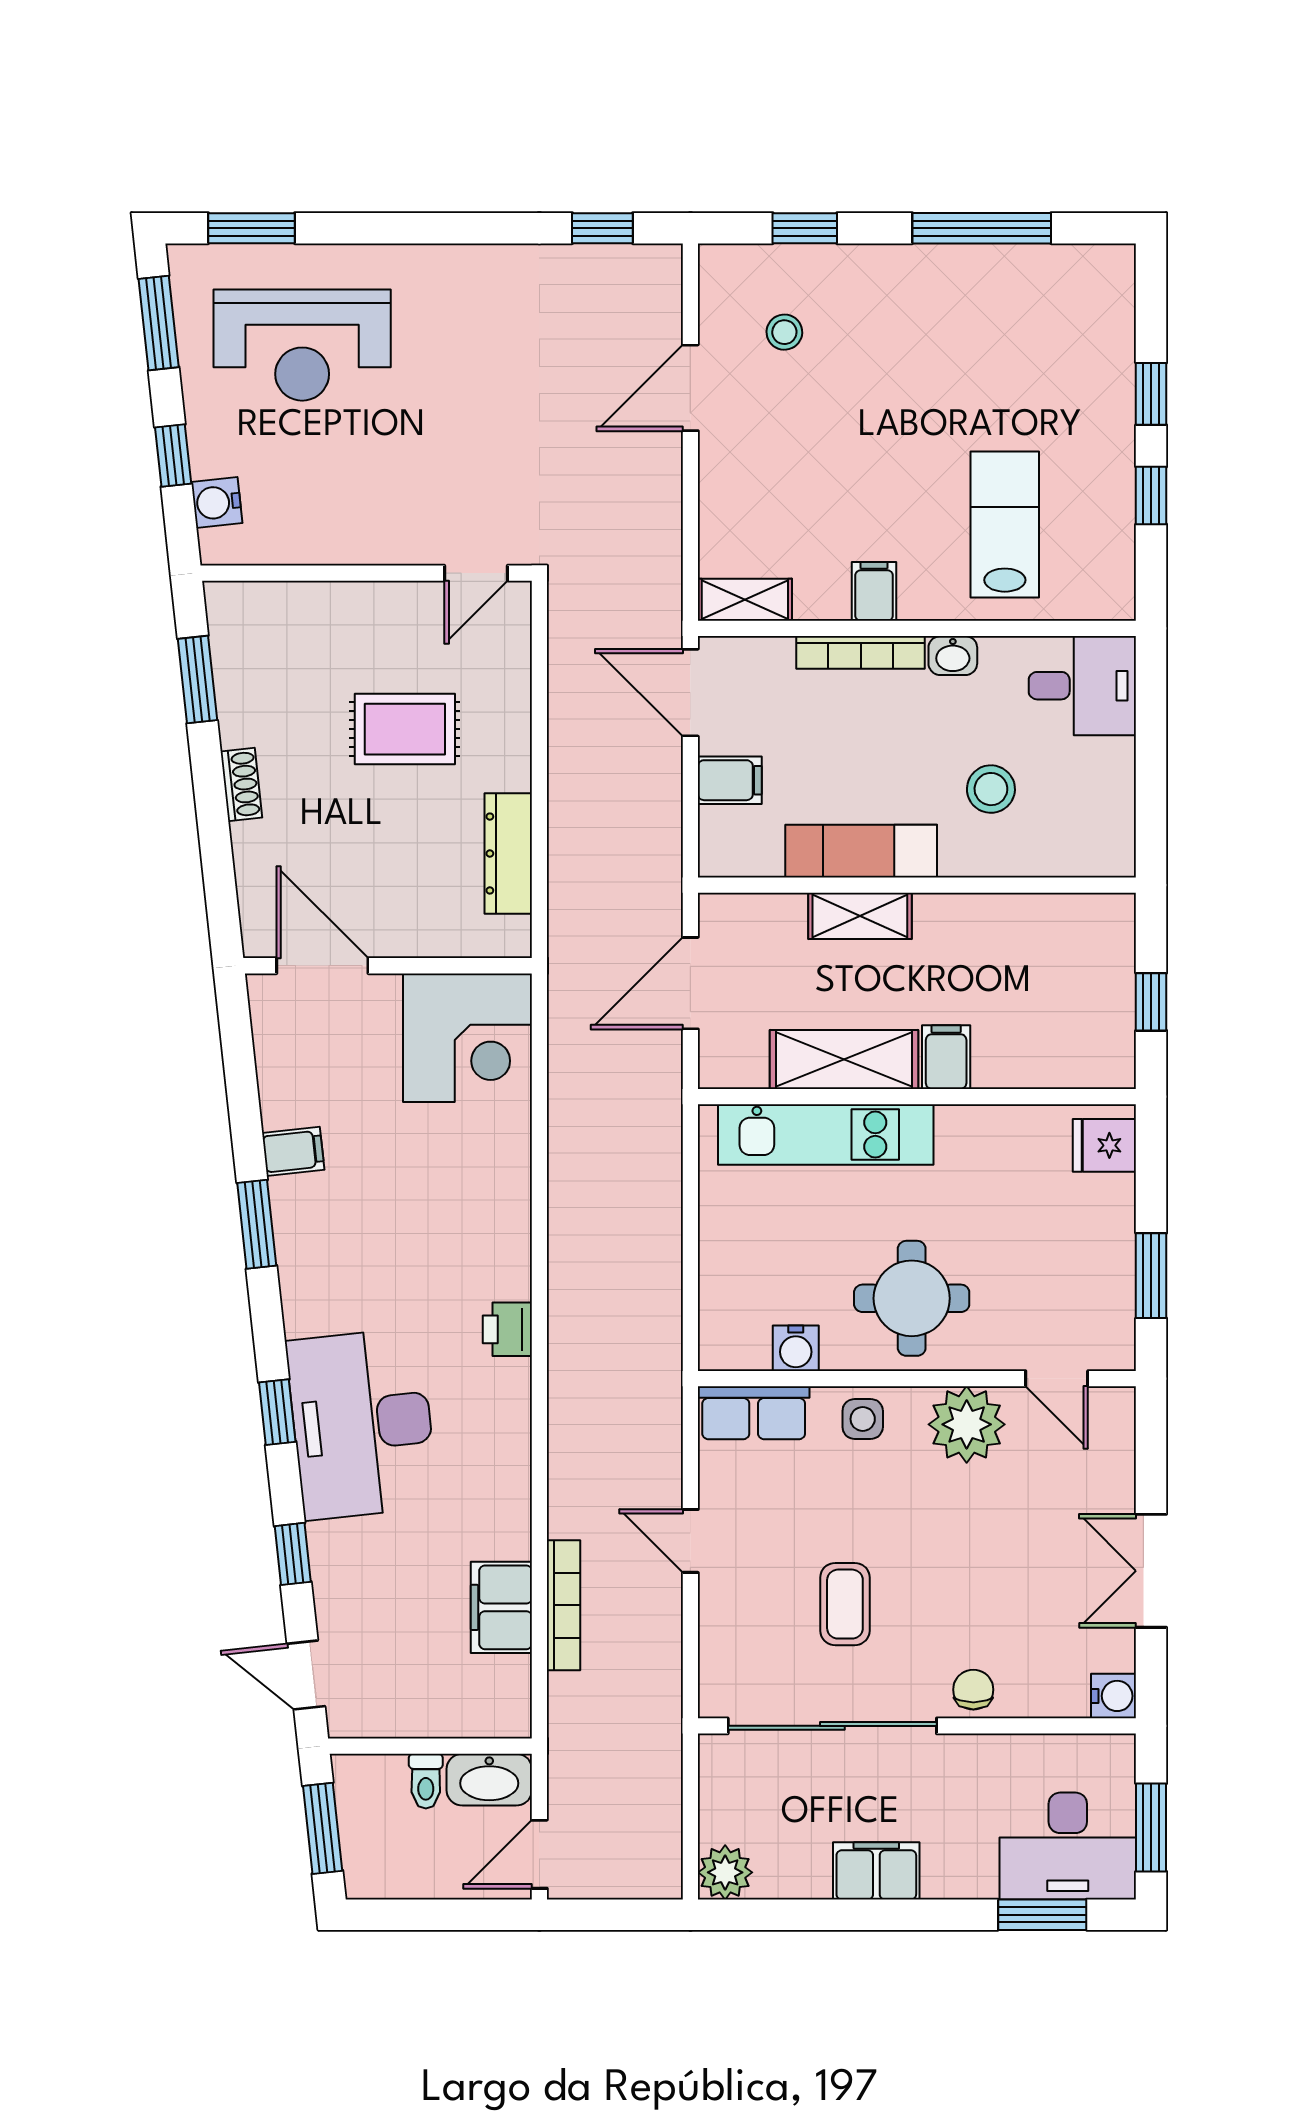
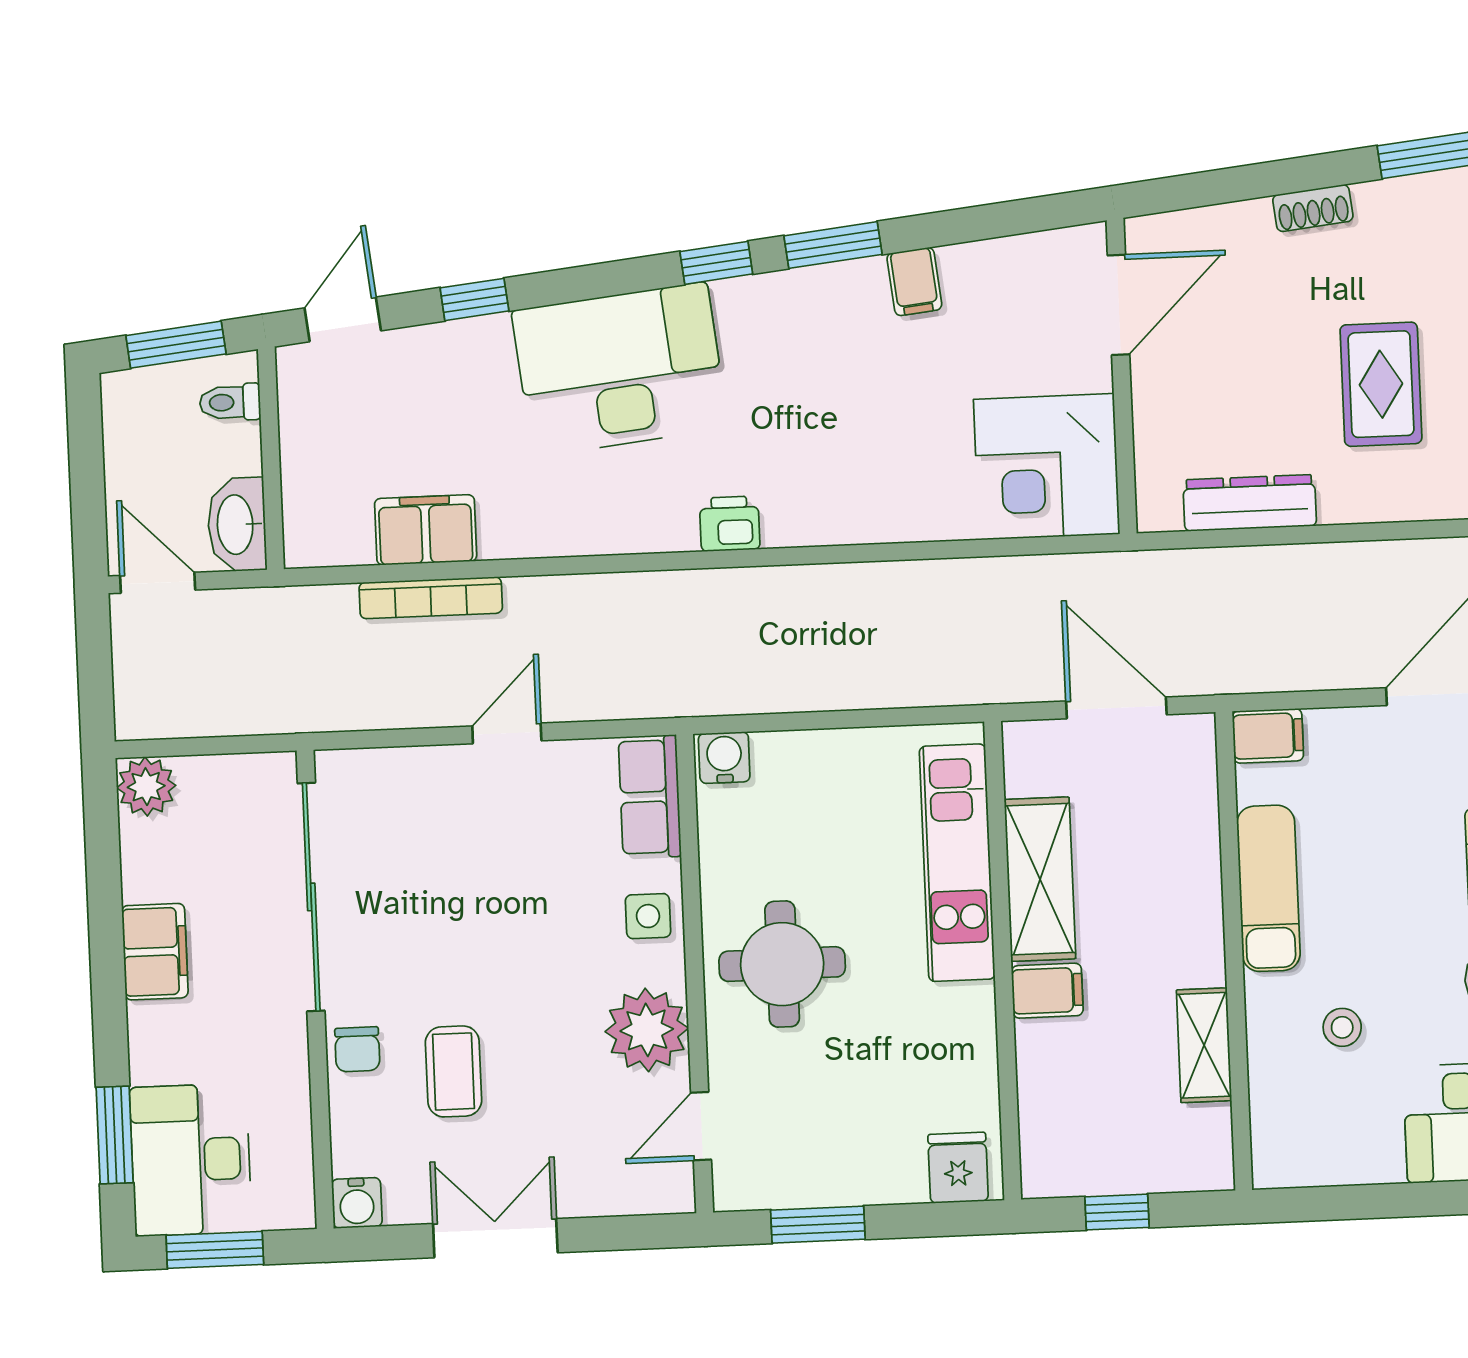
filing cabinet: (730, 780) -> (1268, 736), moved, turned -90
stool: (991, 789) -> (1342, 1027), width x0.73, depth x0.73
shelving: (860, 916) -> (1204, 1045), moved
water cooler: (796, 1348) -> (724, 758), moved, turned 90
window: (277, 1412) -> (716, 263), moved
coffee table: (845, 1604) -> (453, 1071), moved, turned 90
chair: (973, 1690) -> (357, 1049), turned 90
toilet: (426, 1781) -> (230, 402), moved

